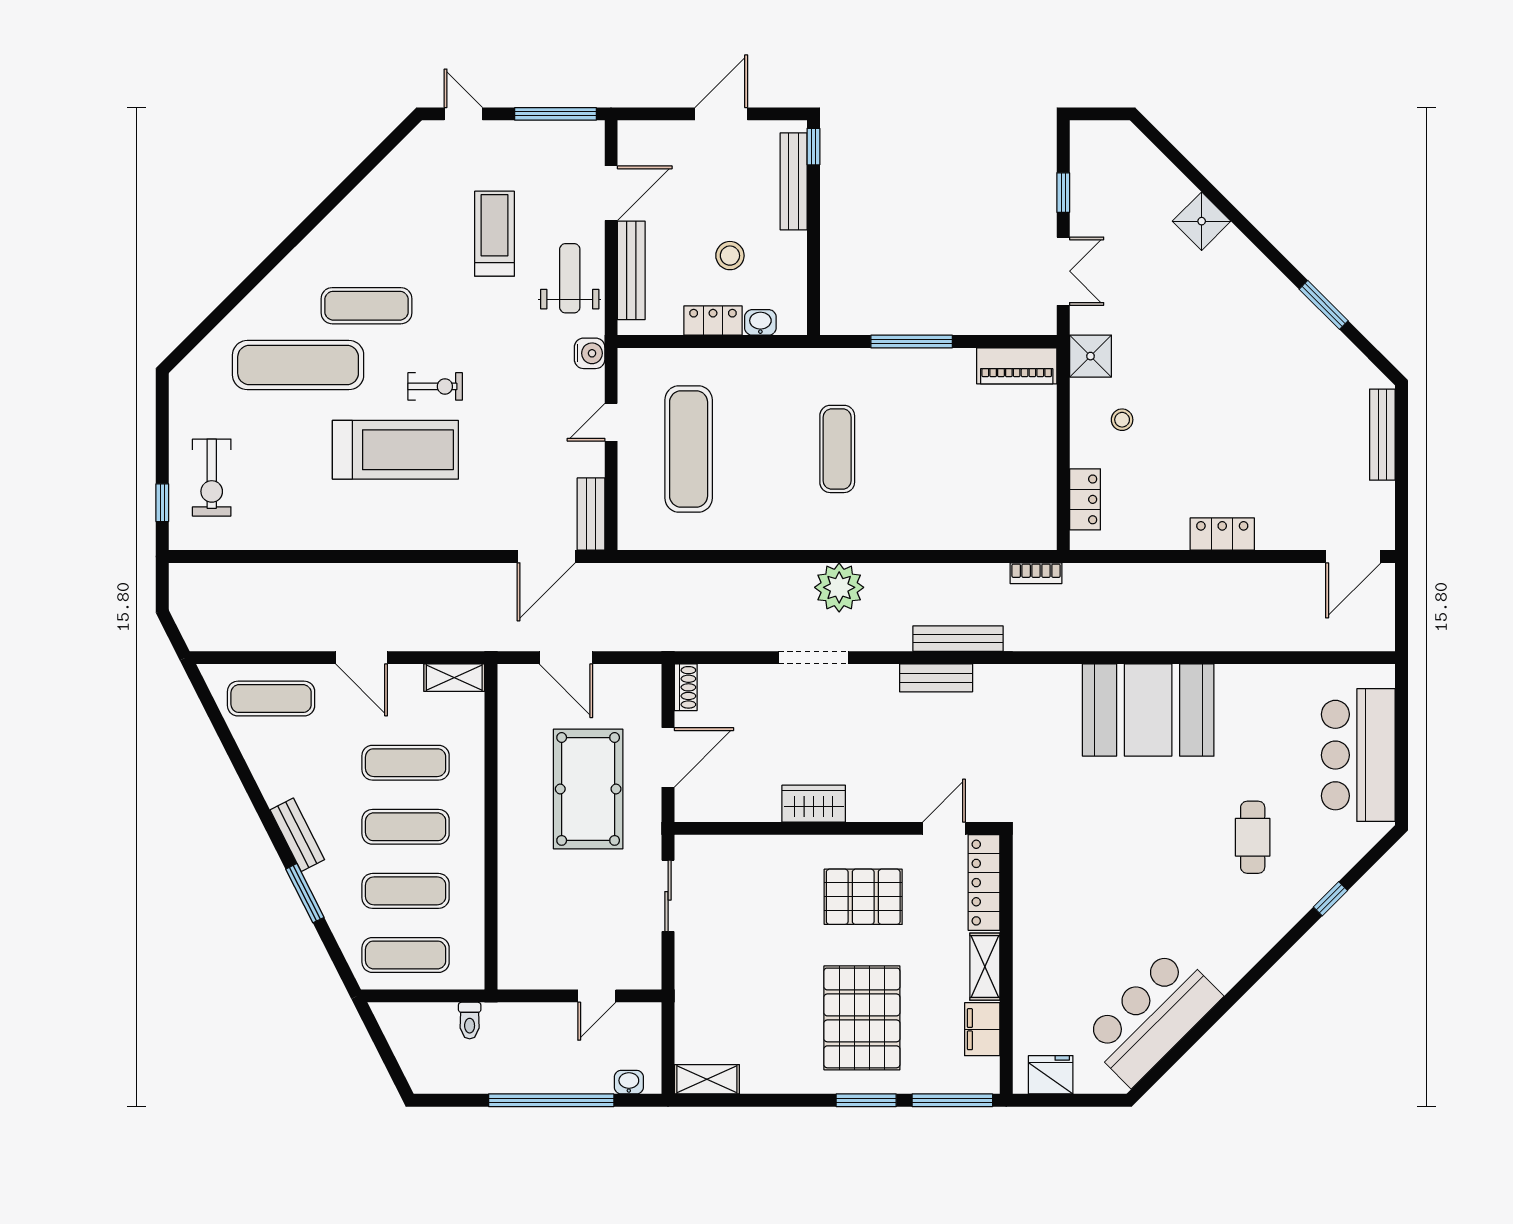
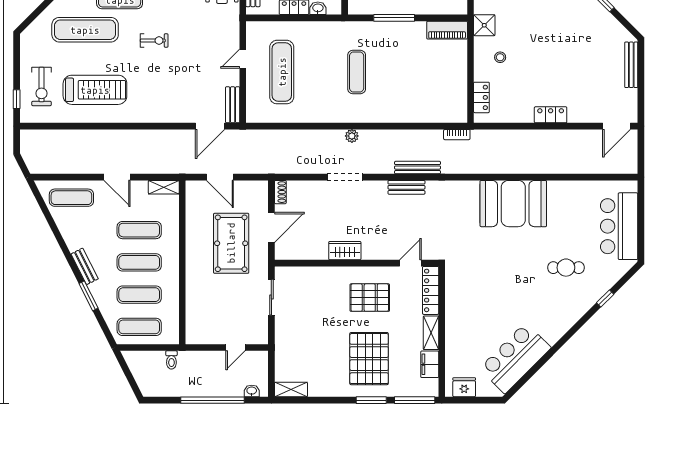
water cooler: (590, 353) -> (232, 24), removed
treadmill: (395, 450) -> (95, 90), moved
plant: (839, 587) -> (352, 136), width x0.53, depth x0.53
cafe table: (1253, 837) -> (566, 268), turned 90

